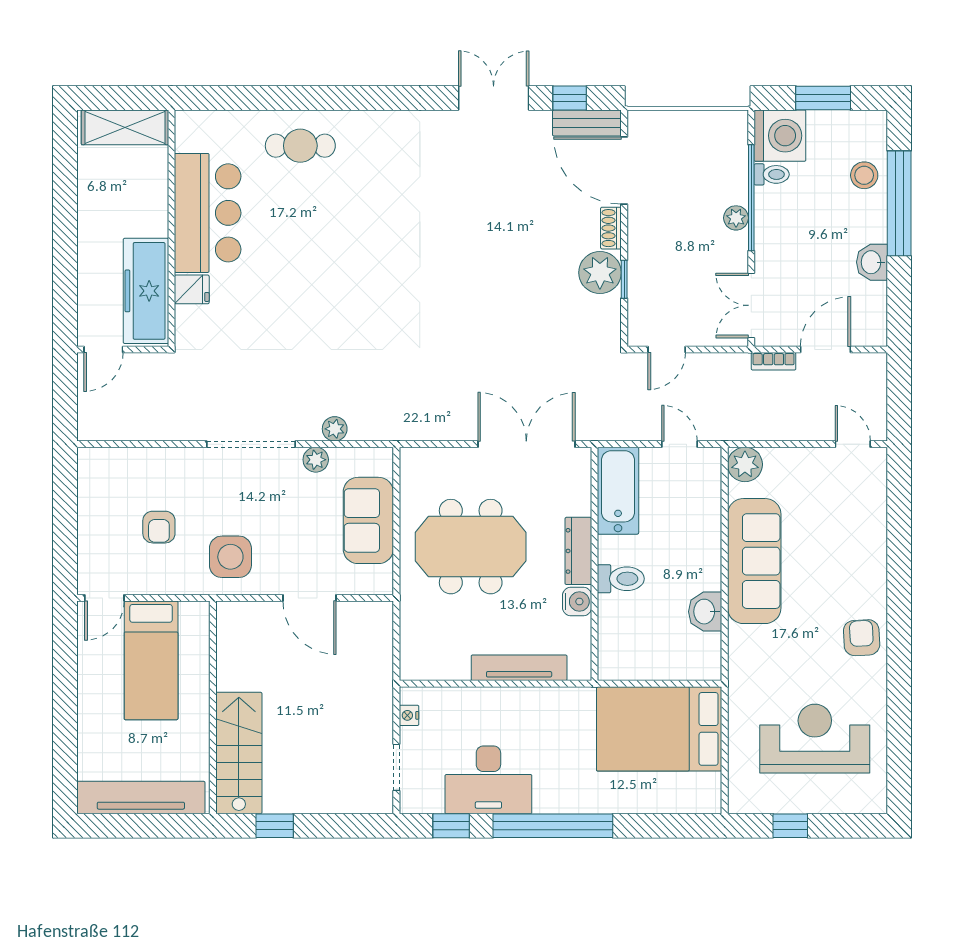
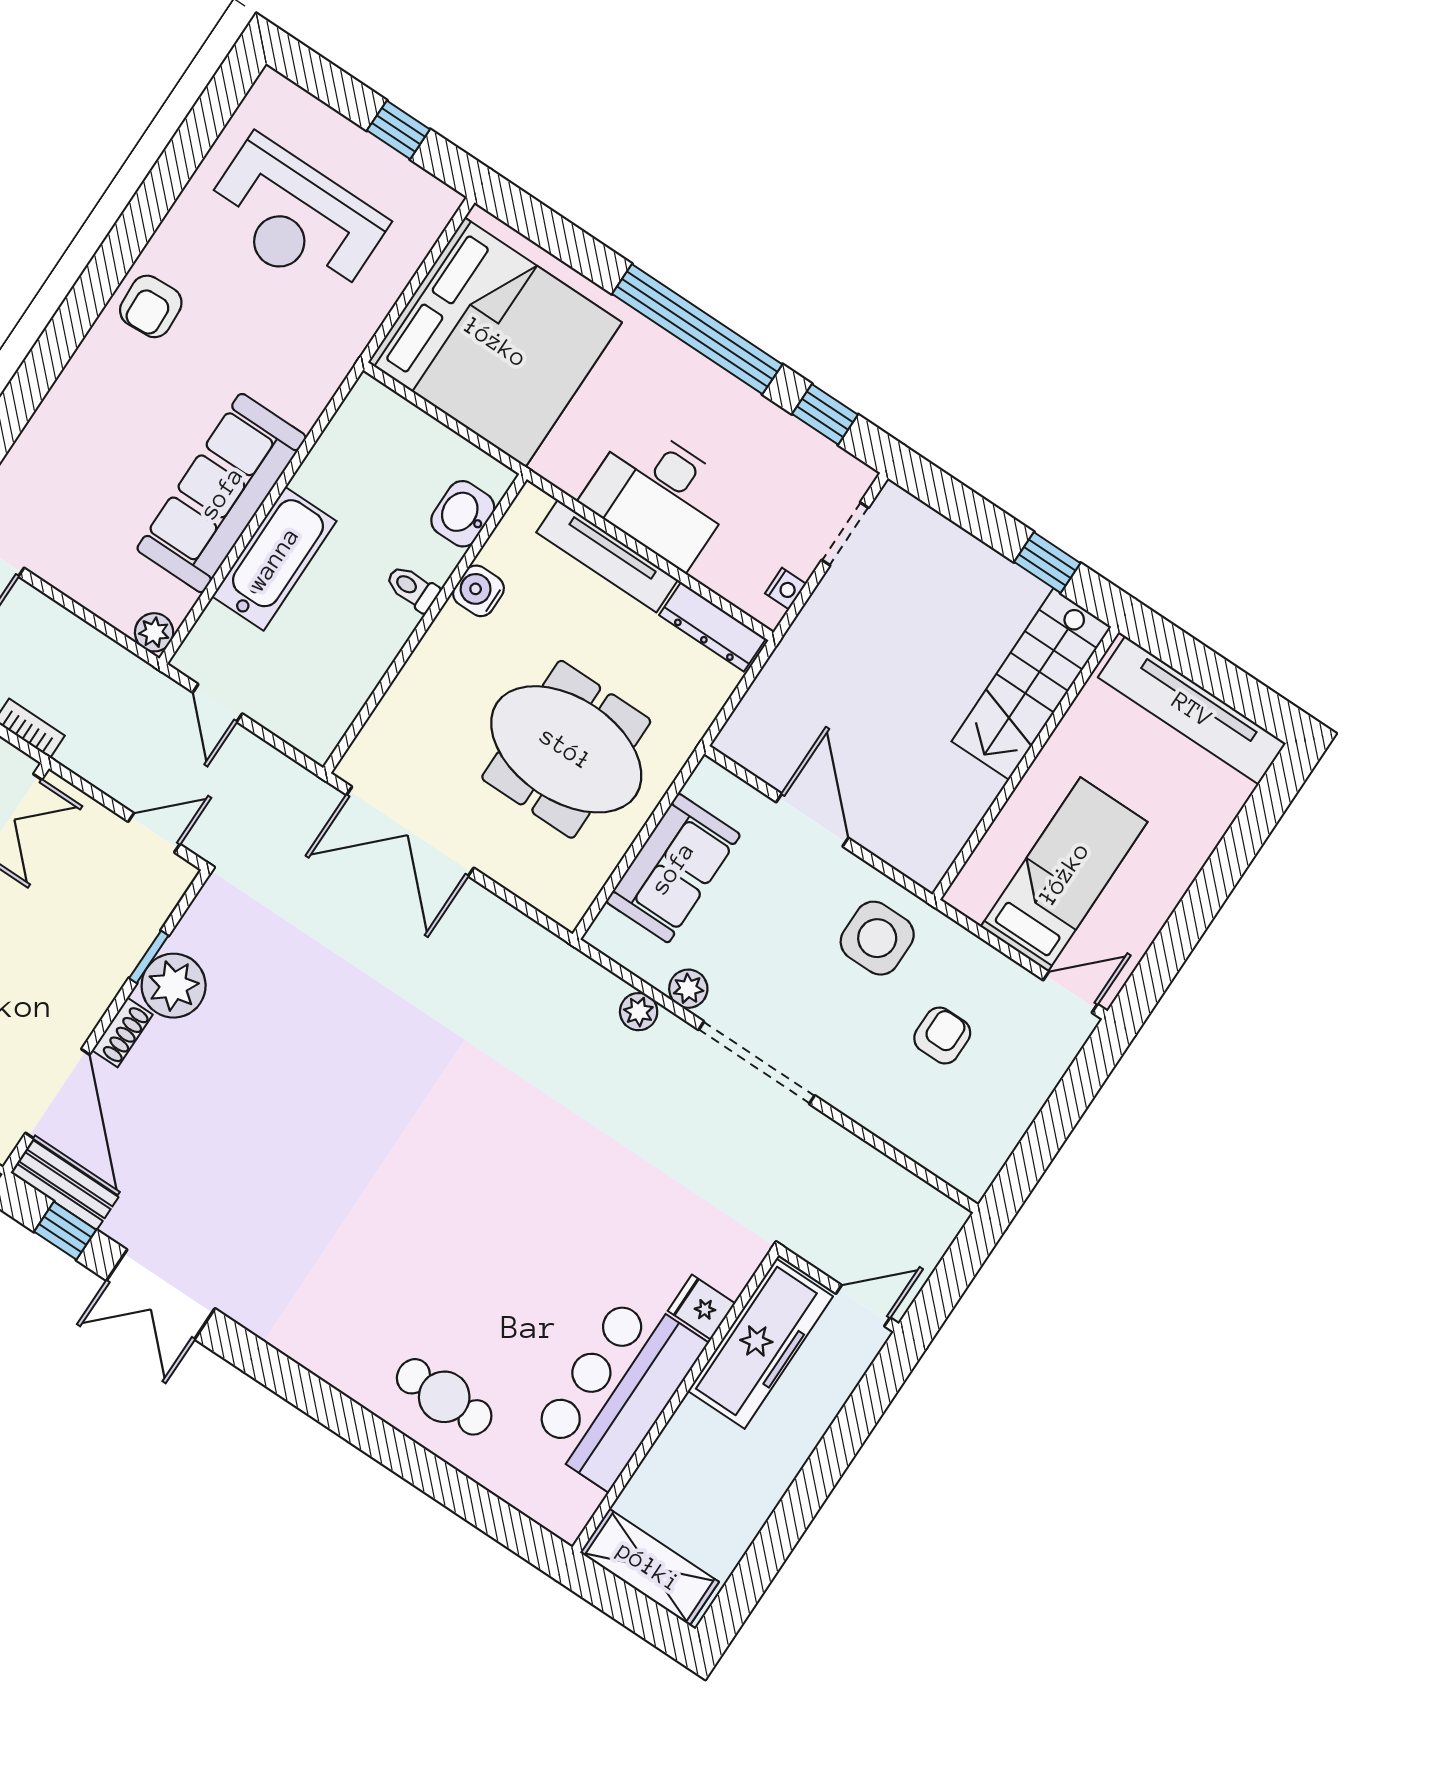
plant: (745, 464) -> (154, 632), width x0.73, depth x0.73
bathtub: (618, 491) -> (274, 559), moved, turned 180
dresser: (578, 551) -> (712, 627), moved, turned 90
toilet: (621, 579) -> (412, 588), width x0.73, depth x0.72
washbasin: (705, 612) -> (463, 514), moved, turned 180
bed: (659, 729) -> (495, 342), width x1.36
desk: (488, 780) -> (660, 495), moved, turned 180

